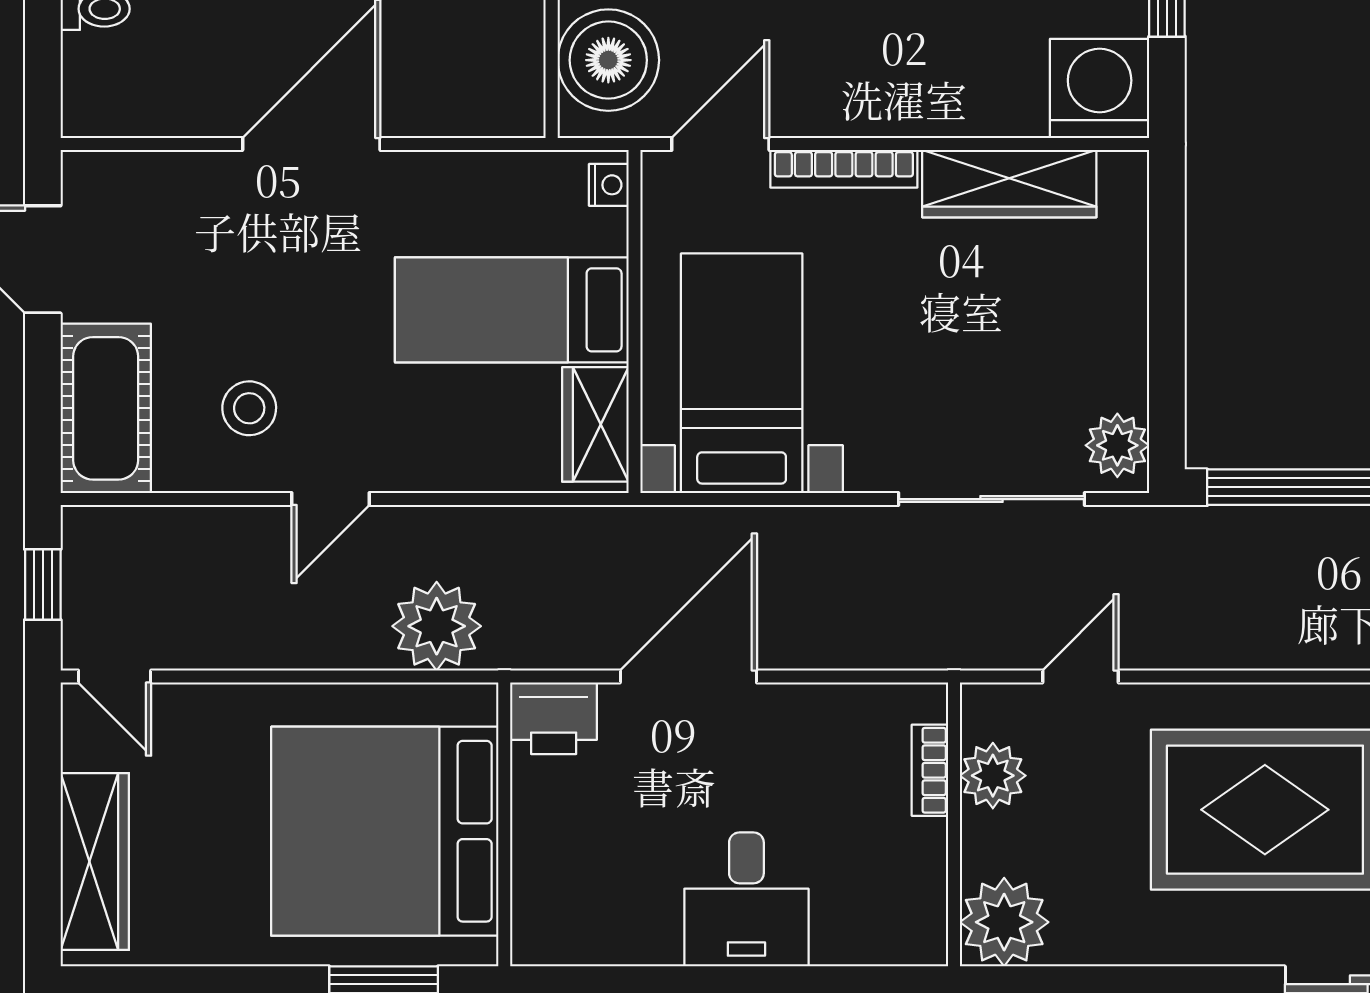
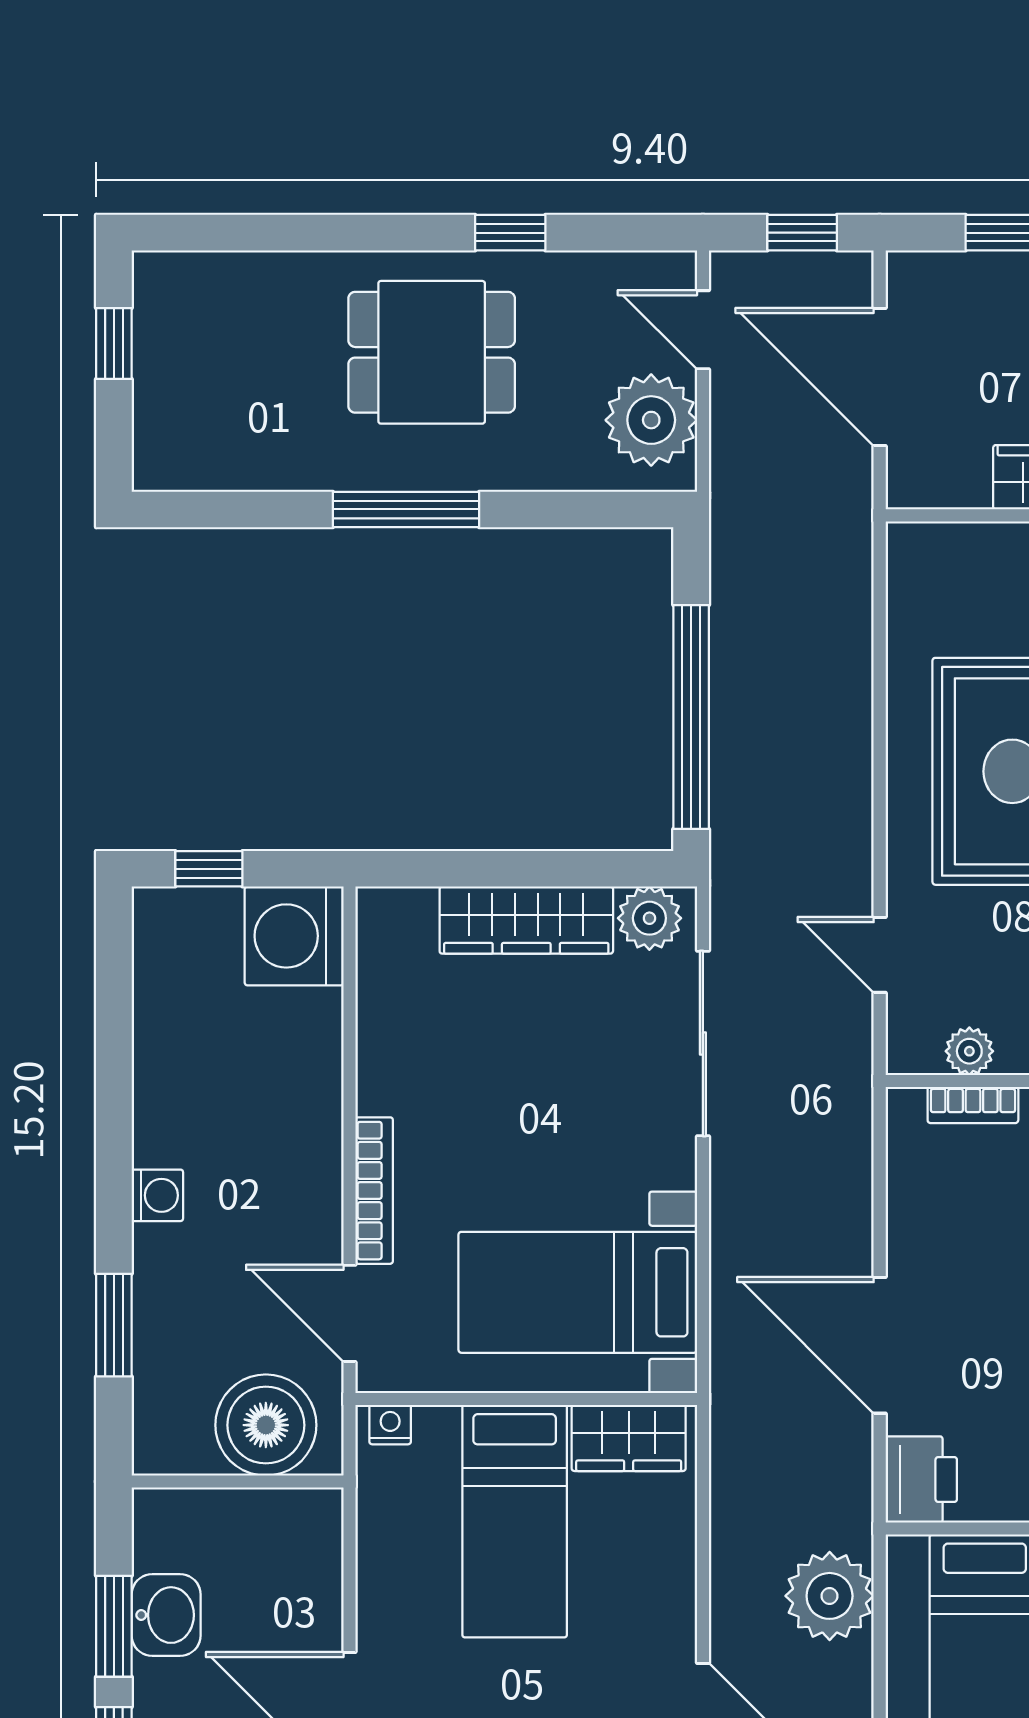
wardrobe: (1009, 184) -> (526, 920), moved, turned 90
plant: (993, 776) -> (969, 1051), width x0.73, depth x0.73

